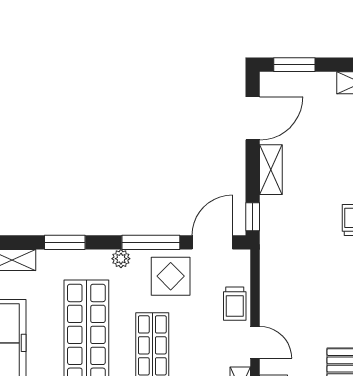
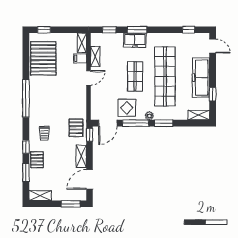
pallet: (283, 232) -> (76, 128), added
window: (65, 242) -> (164, 123), moved
trolley: (235, 304) -> (98, 95), removed
door: (255, 342) -> (88, 78), swing flipped

